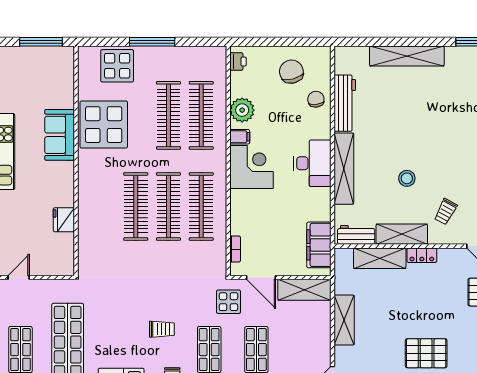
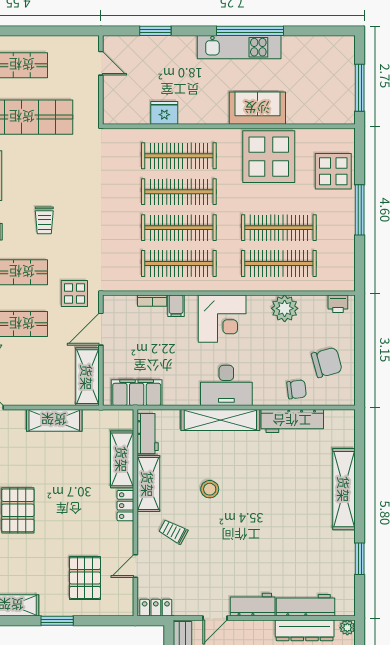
filing cabinet: (240, 137) -> (176, 306), moved
clothes rail: (103, 206) -> (179, 156), added
bookcase: (235, 249) -> (152, 301), moved

